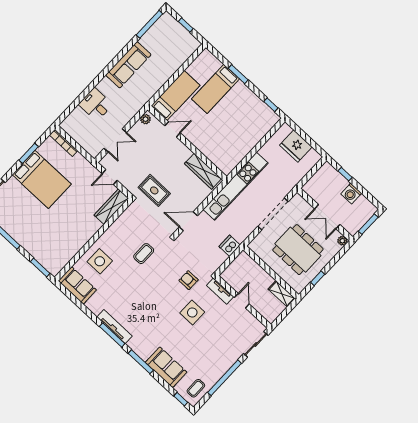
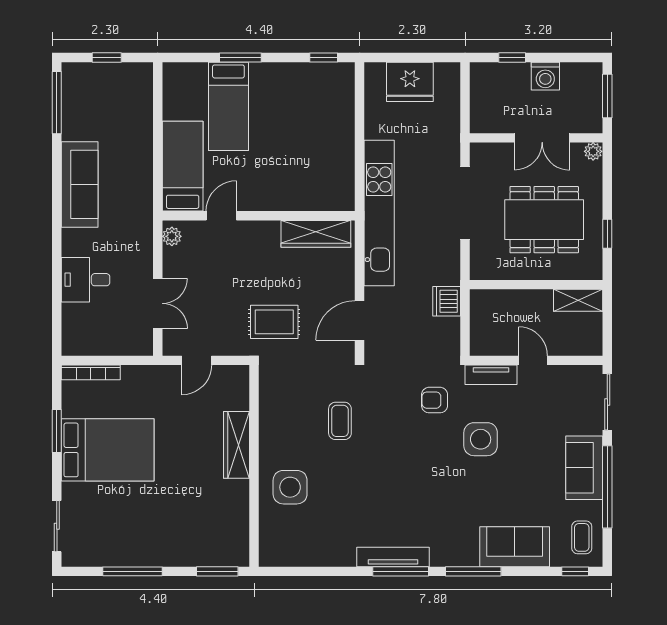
wardrobe: (111, 207) -> (237, 445), moved
sofa: (77, 285) -> (584, 468), moved, turned -90

